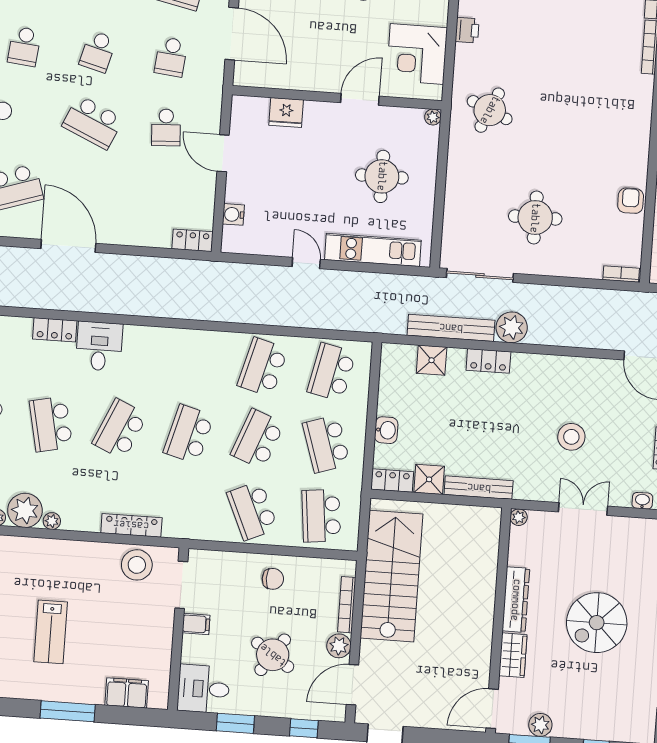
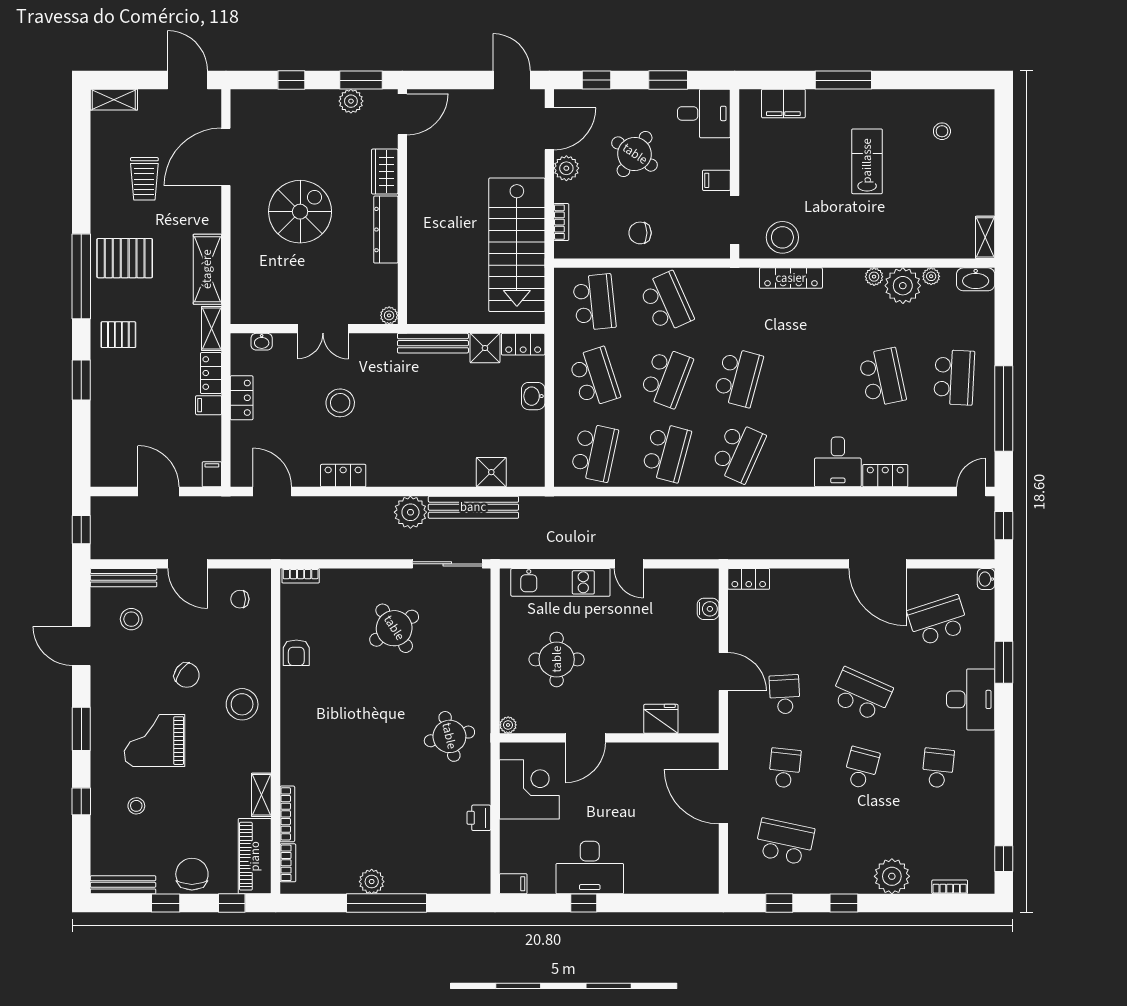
round table: (490, 110) -> (449, 736), turned -37
round table: (535, 218) -> (394, 628), turned -33
locker: (488, 361) -> (343, 476), moved
school desk: (120, 429) -> (738, 452), moved
bookcase: (347, 605) -> (561, 222), width x0.64

